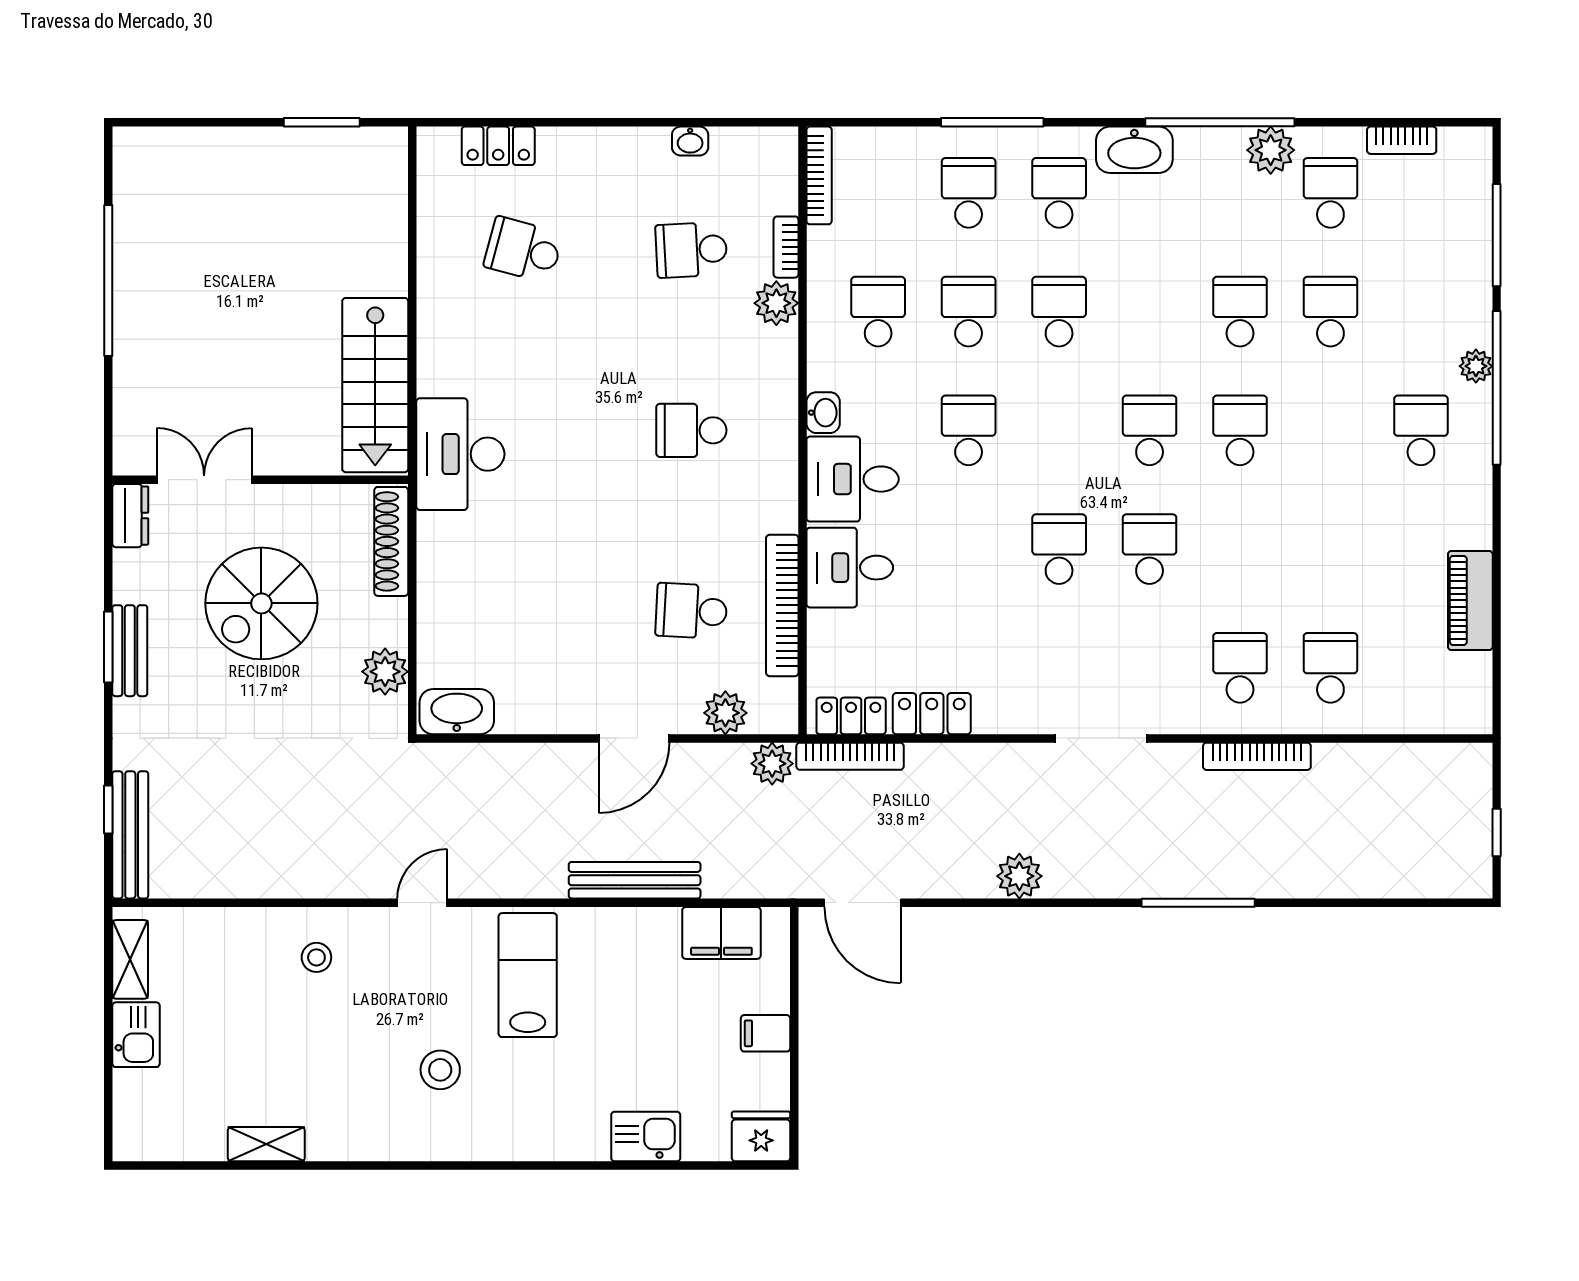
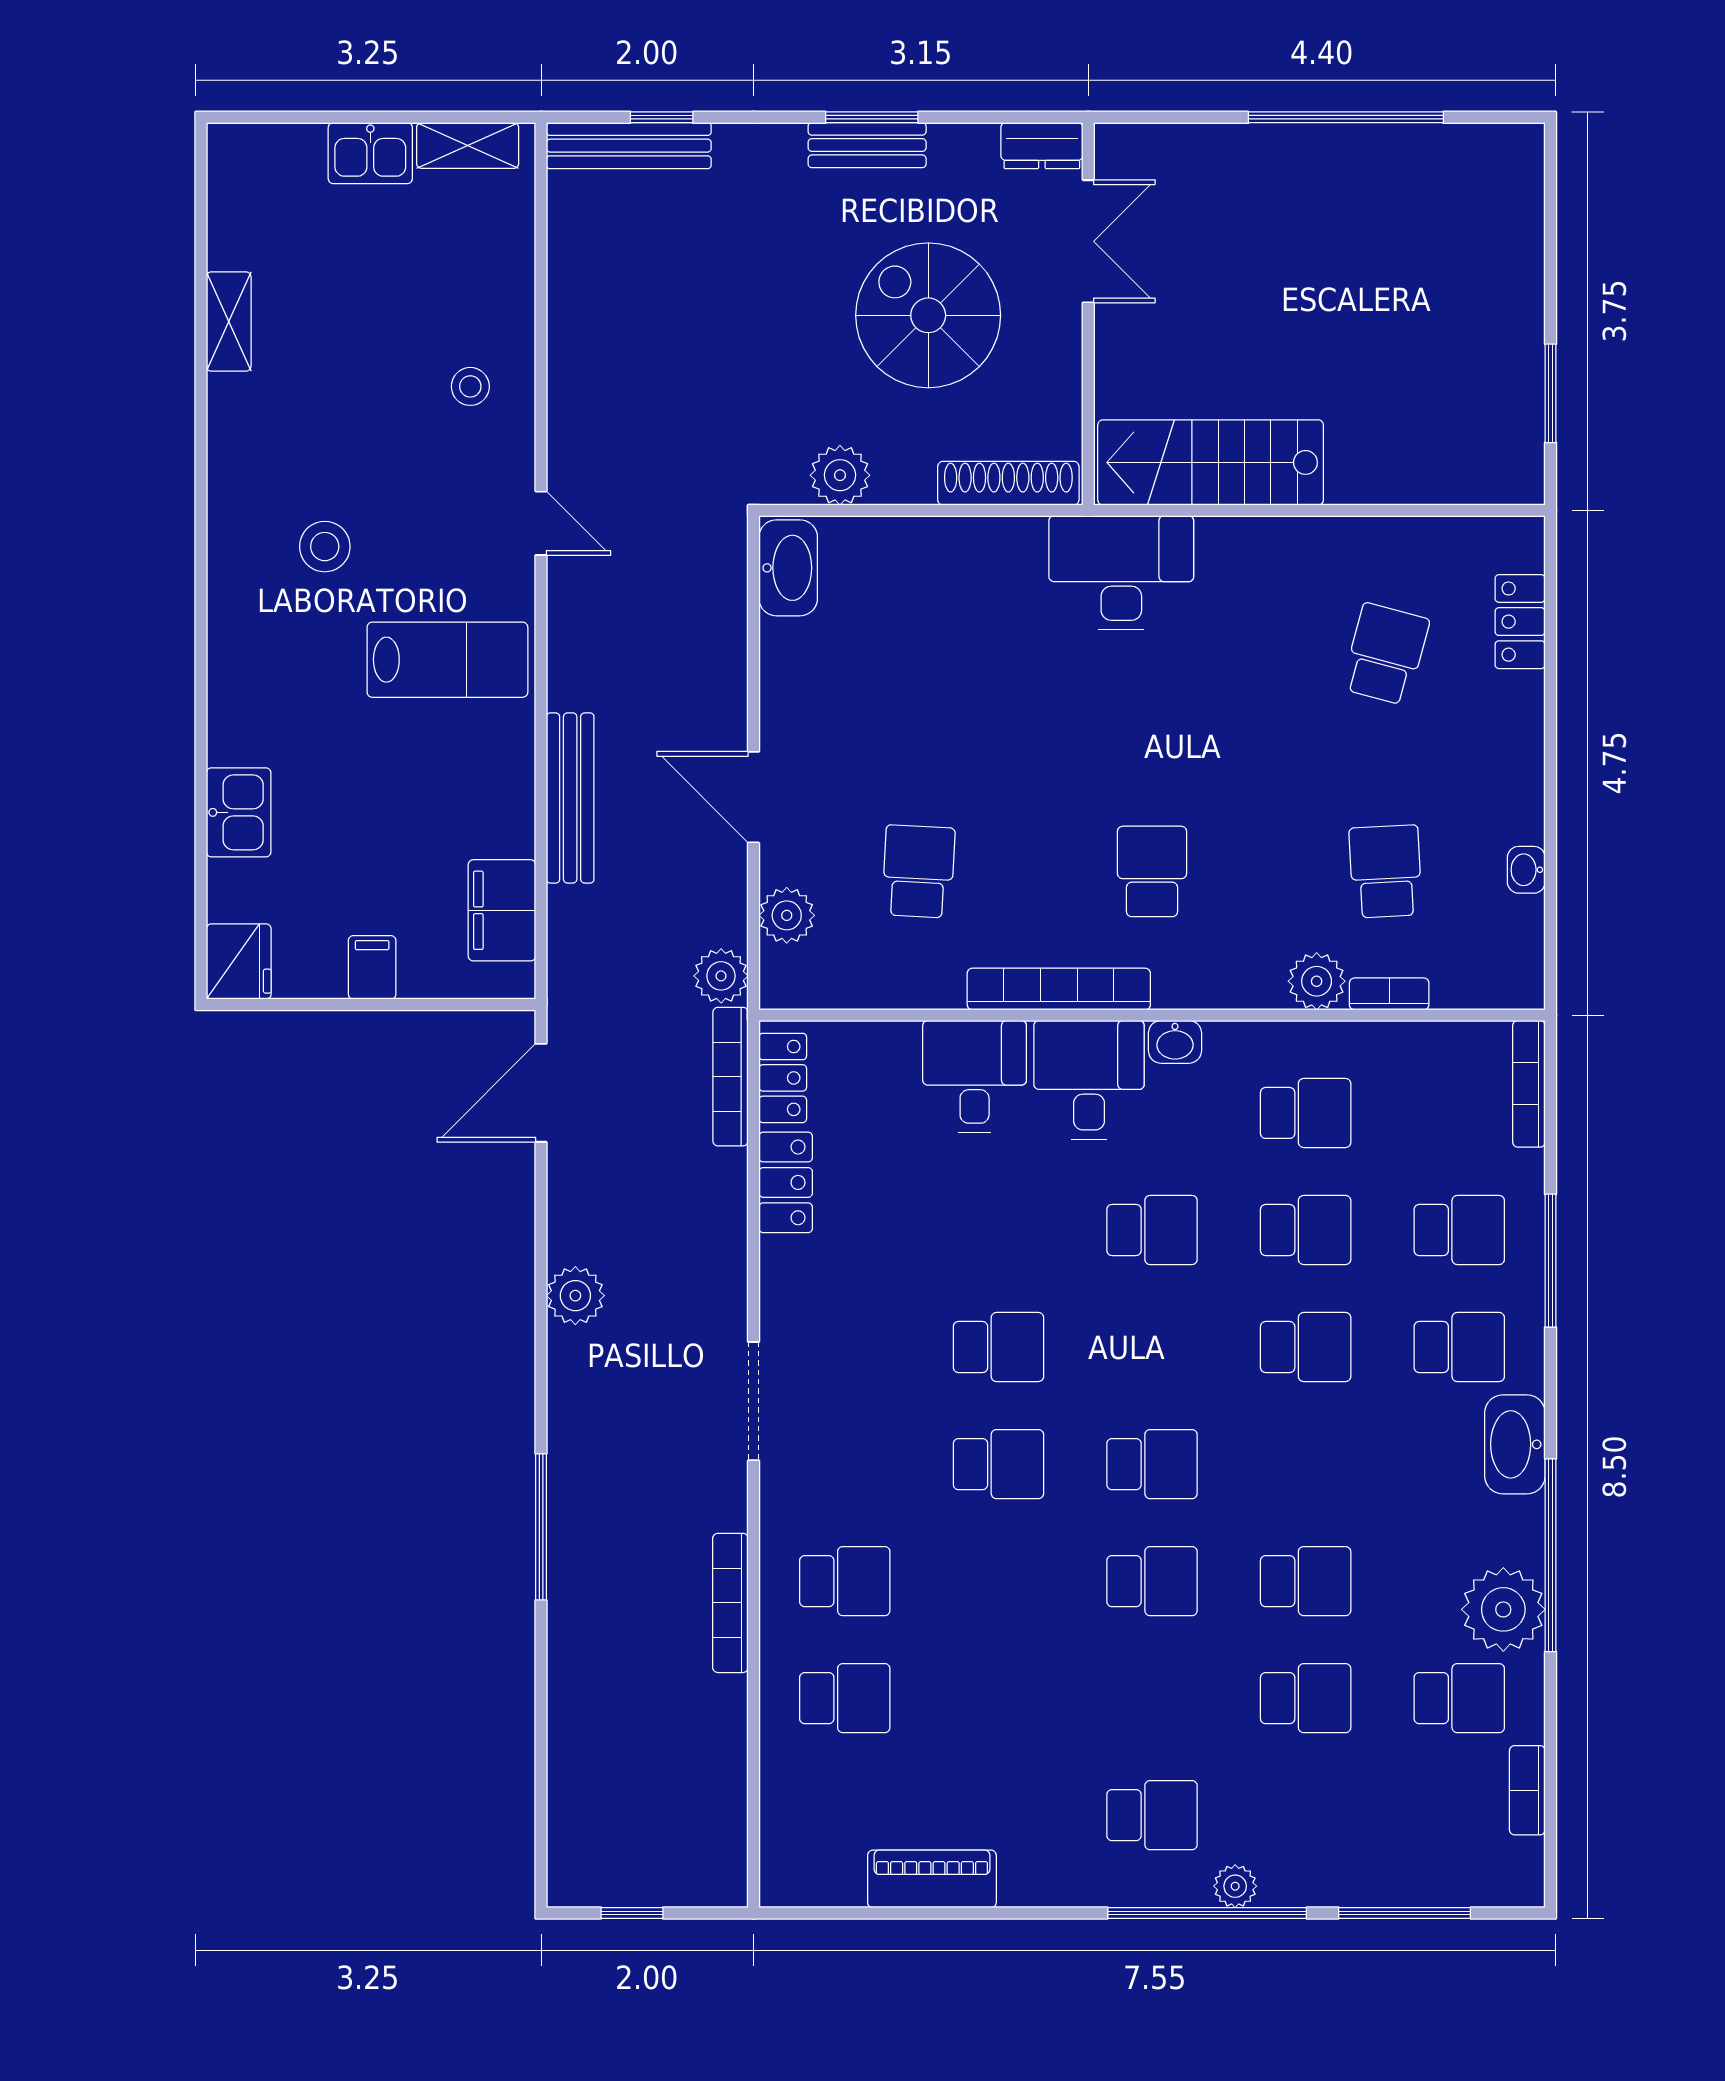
plant: (1271, 150) -> (1503, 1609), width x1.36, depth x1.36
bookcase: (819, 175) -> (1529, 1084), moved, turned 90
bookcase: (782, 605) -> (1059, 989), moved

